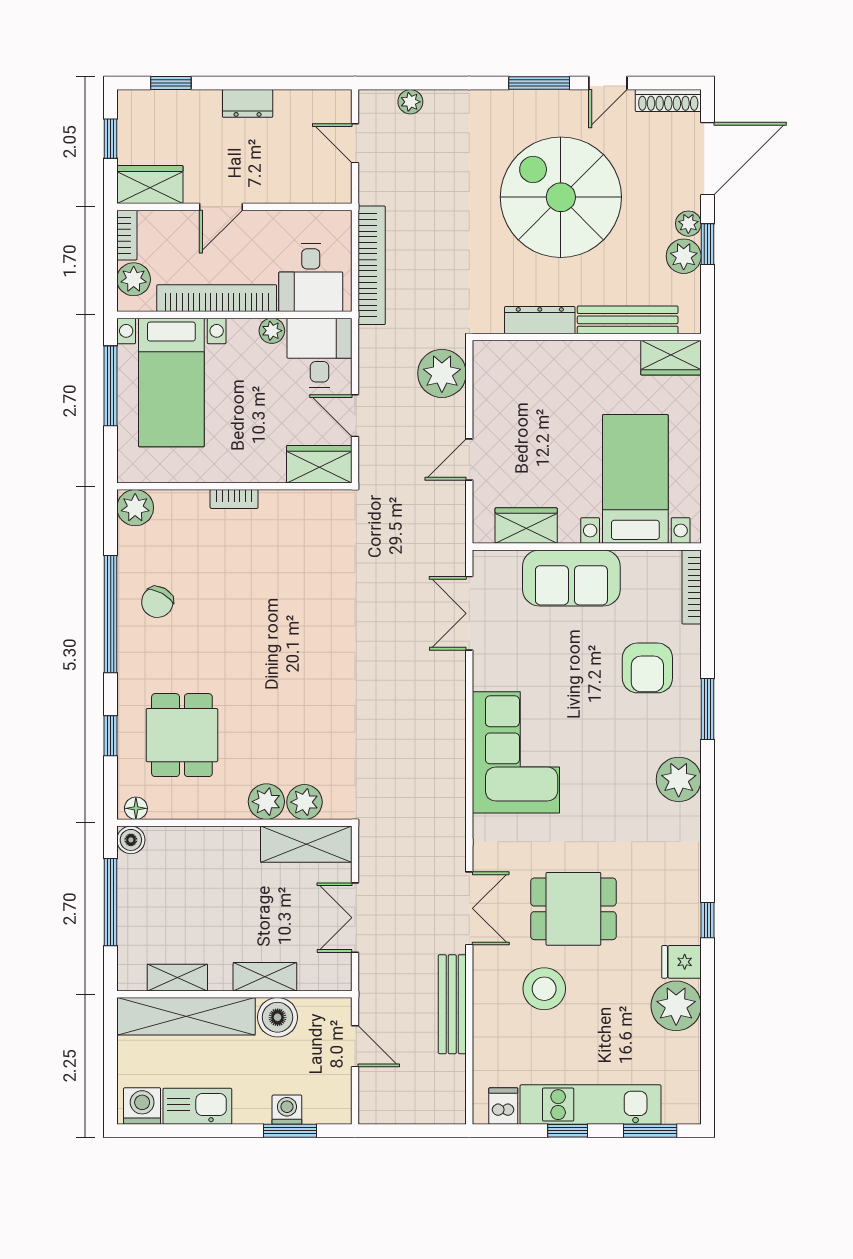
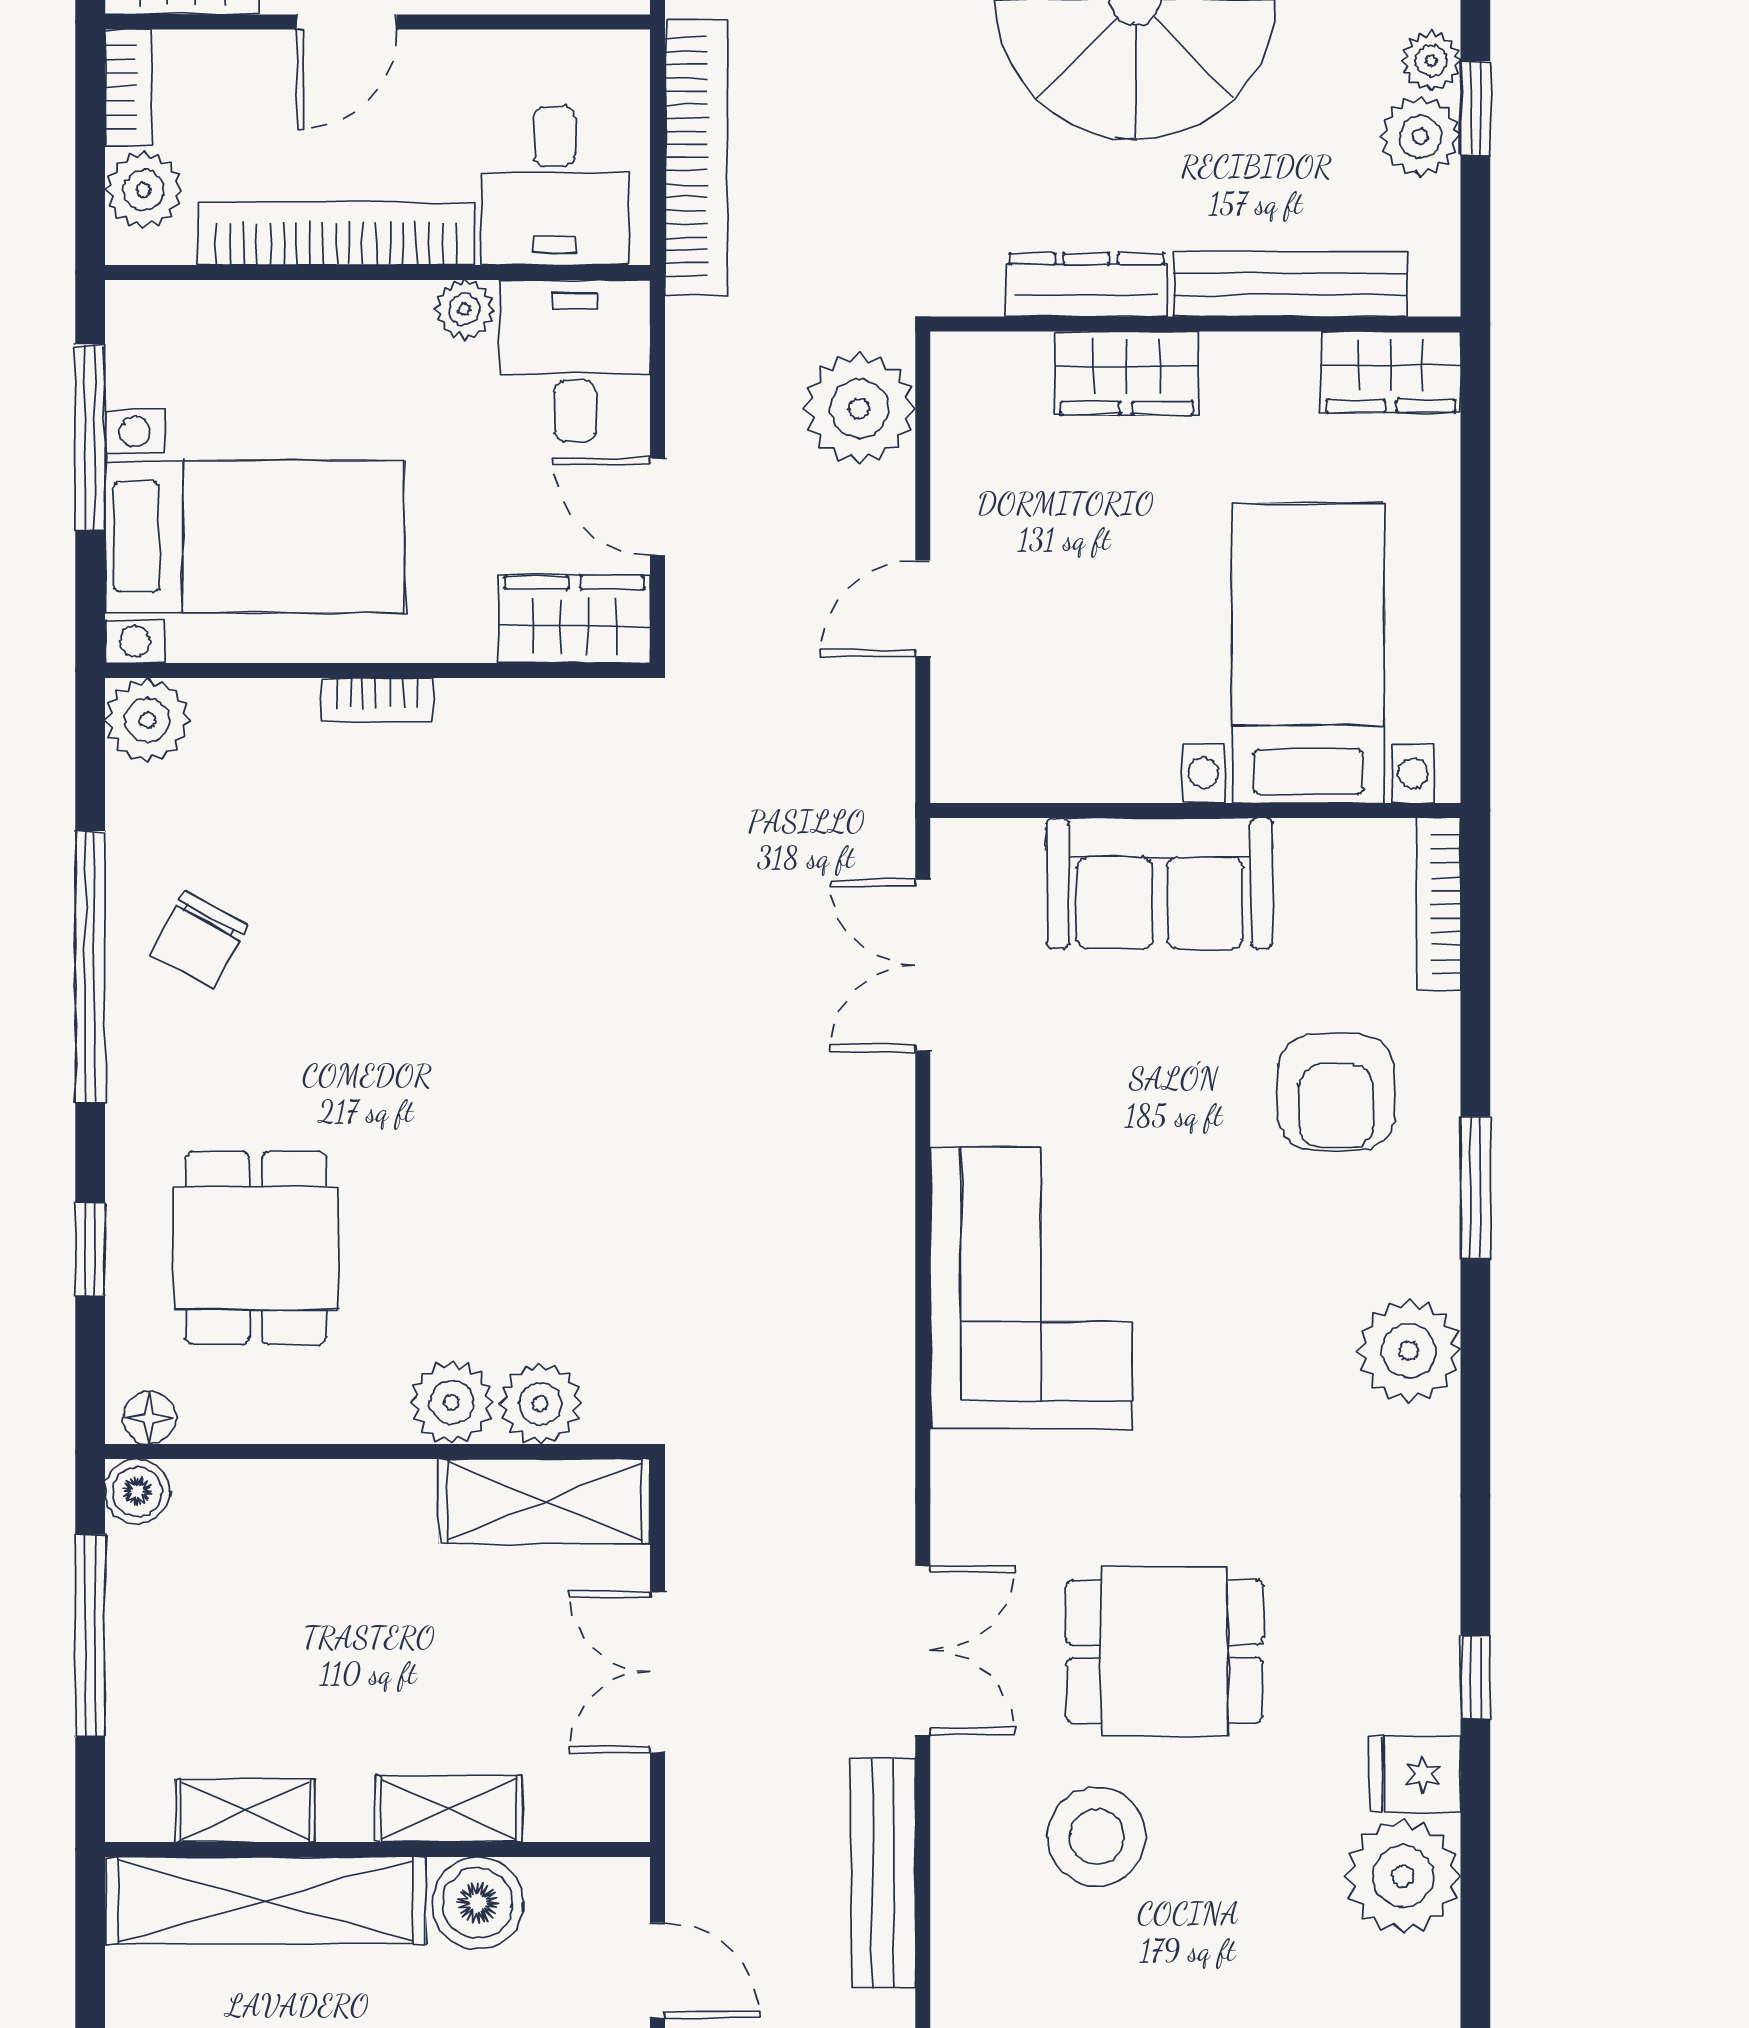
bed with nightstands: (171, 382) -> (255, 537), moved, turned -90
wardrobe: (526, 525) -> (1127, 373), moved, turned 180

